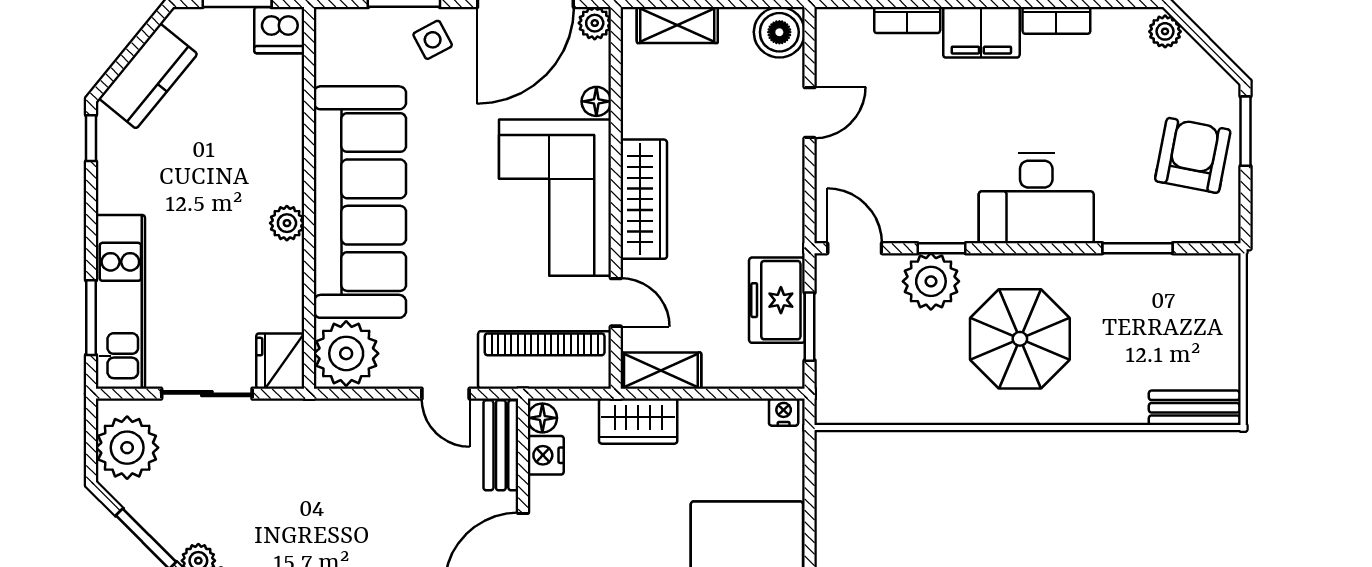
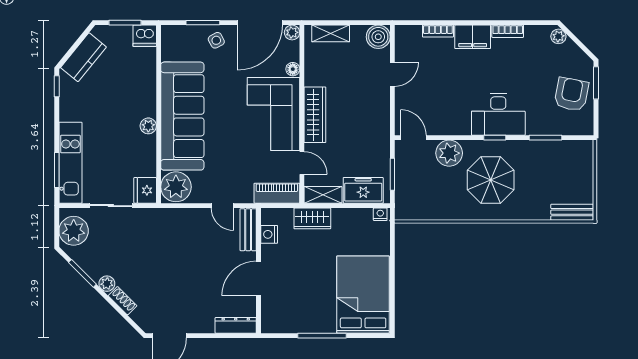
window: (942, 248) -> (495, 138), moved
freezer: (777, 300) -> (363, 190), moved, turned 90
piano: (545, 360) -> (277, 193), width x0.73, depth x0.75
floor lamp: (542, 418) -> (268, 217), removed

